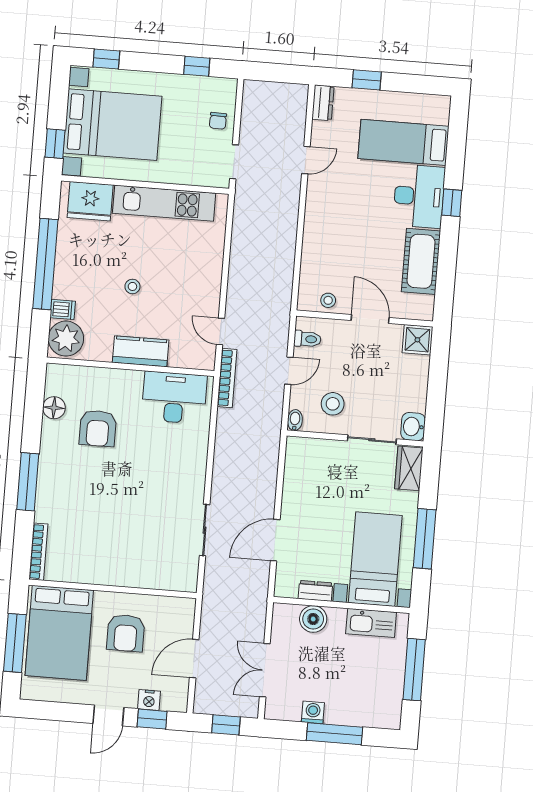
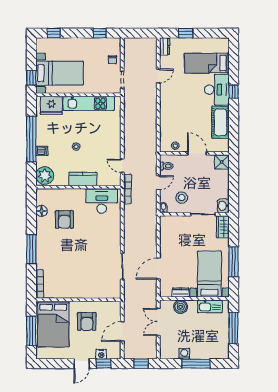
bed with nightstands: (113, 125) -> (60, 73), width x0.73
dishwasher: (63, 309) -> (42, 151), moved
double door: (265, 670) -> (158, 322), moved

